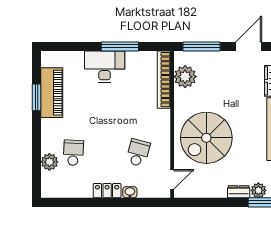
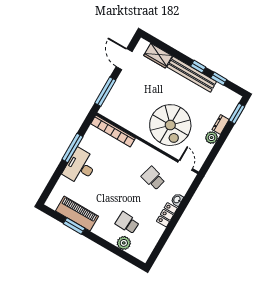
plant: (185, 77) -> (120, 115), removed
plant: (258, 190) -> (212, 138), moved

